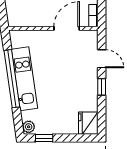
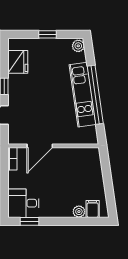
fridge: (88, 123) -> (18, 62), moved
window: (44, 138) -> (48, 34), moved

